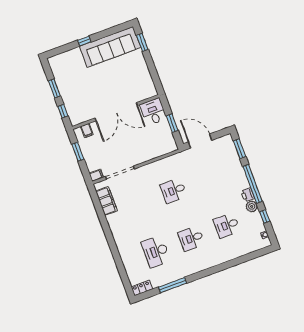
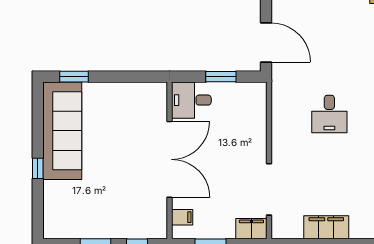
door: (200, 141) -> (266, 42), swing flipped
filing cabinet: (96, 175) -> (251, 229), width x2.00
filing cabinet: (107, 201) -> (326, 227), moved

